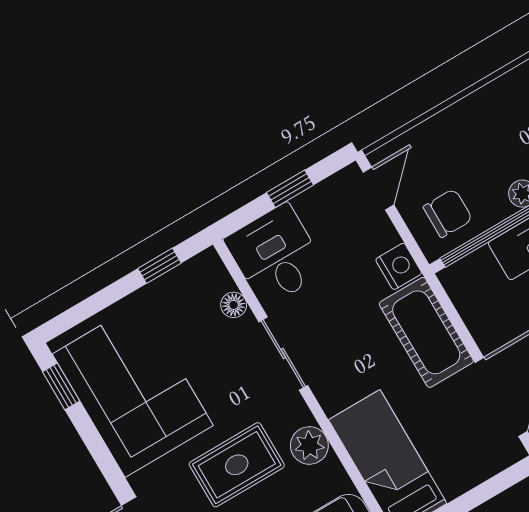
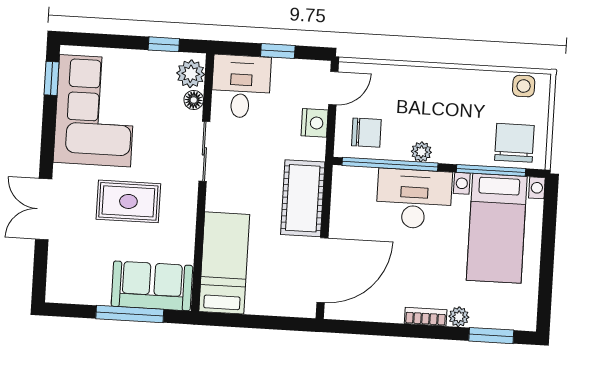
nightstand: (399, 266) -> (315, 123), moved
plant: (309, 445) -> (191, 74), moved

